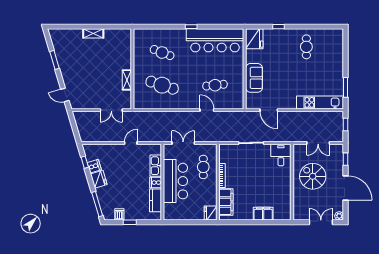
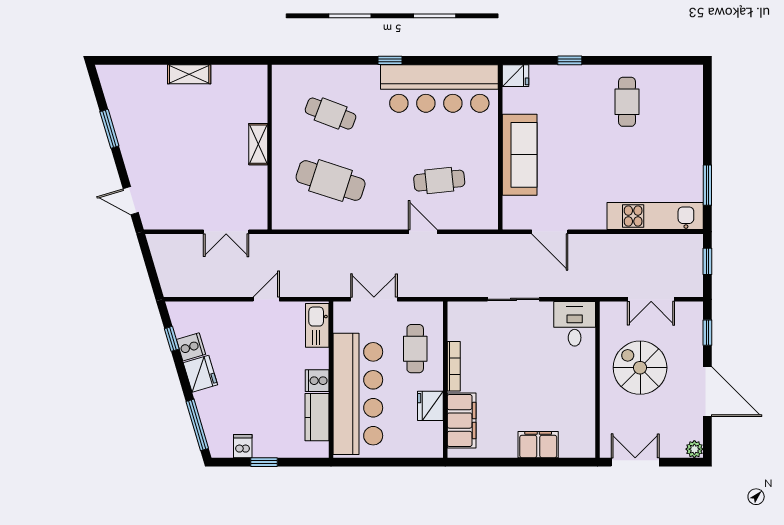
fridge: (254, 39) -> (515, 76), width x0.53, depth x0.75
sofa: (254, 78) -> (520, 155), width x1.36
shelving: (127, 80) -> (258, 144), moved
kitchen sink: (156, 166) -> (317, 325), moved
bar counter: (175, 181) -> (358, 394), width x1.36
fridge: (211, 213) -> (430, 406), moved
double door: (321, 222) -> (635, 462), moved

